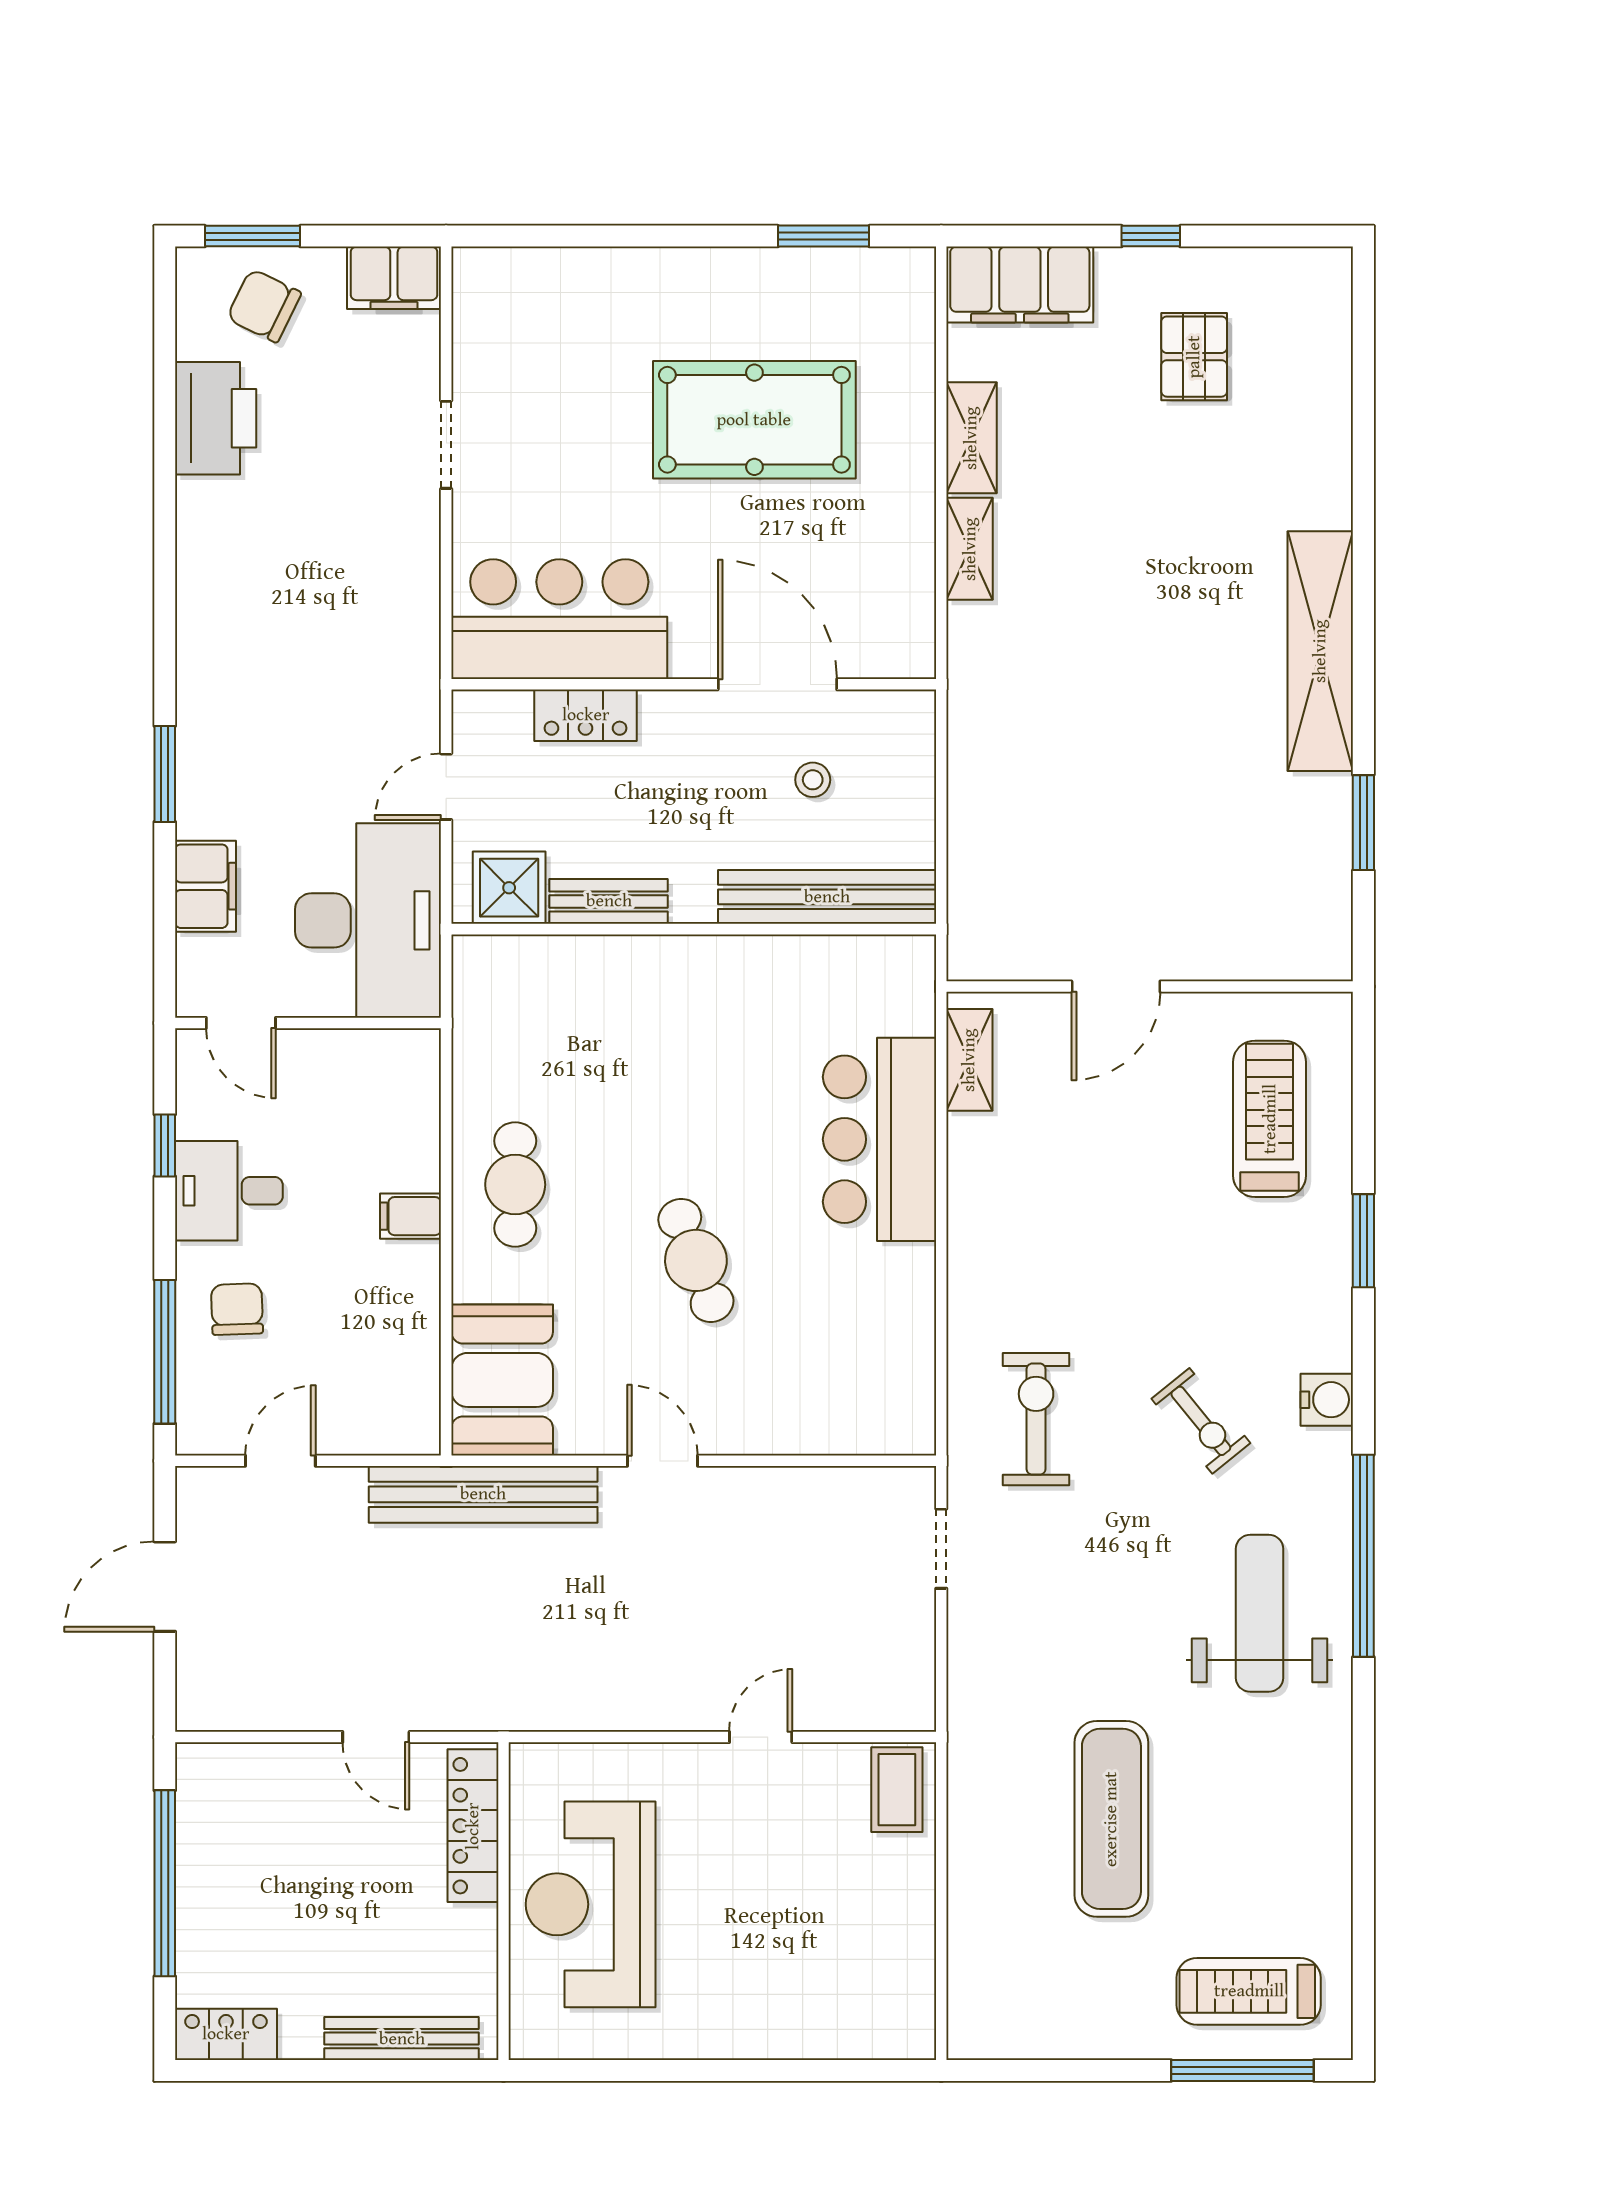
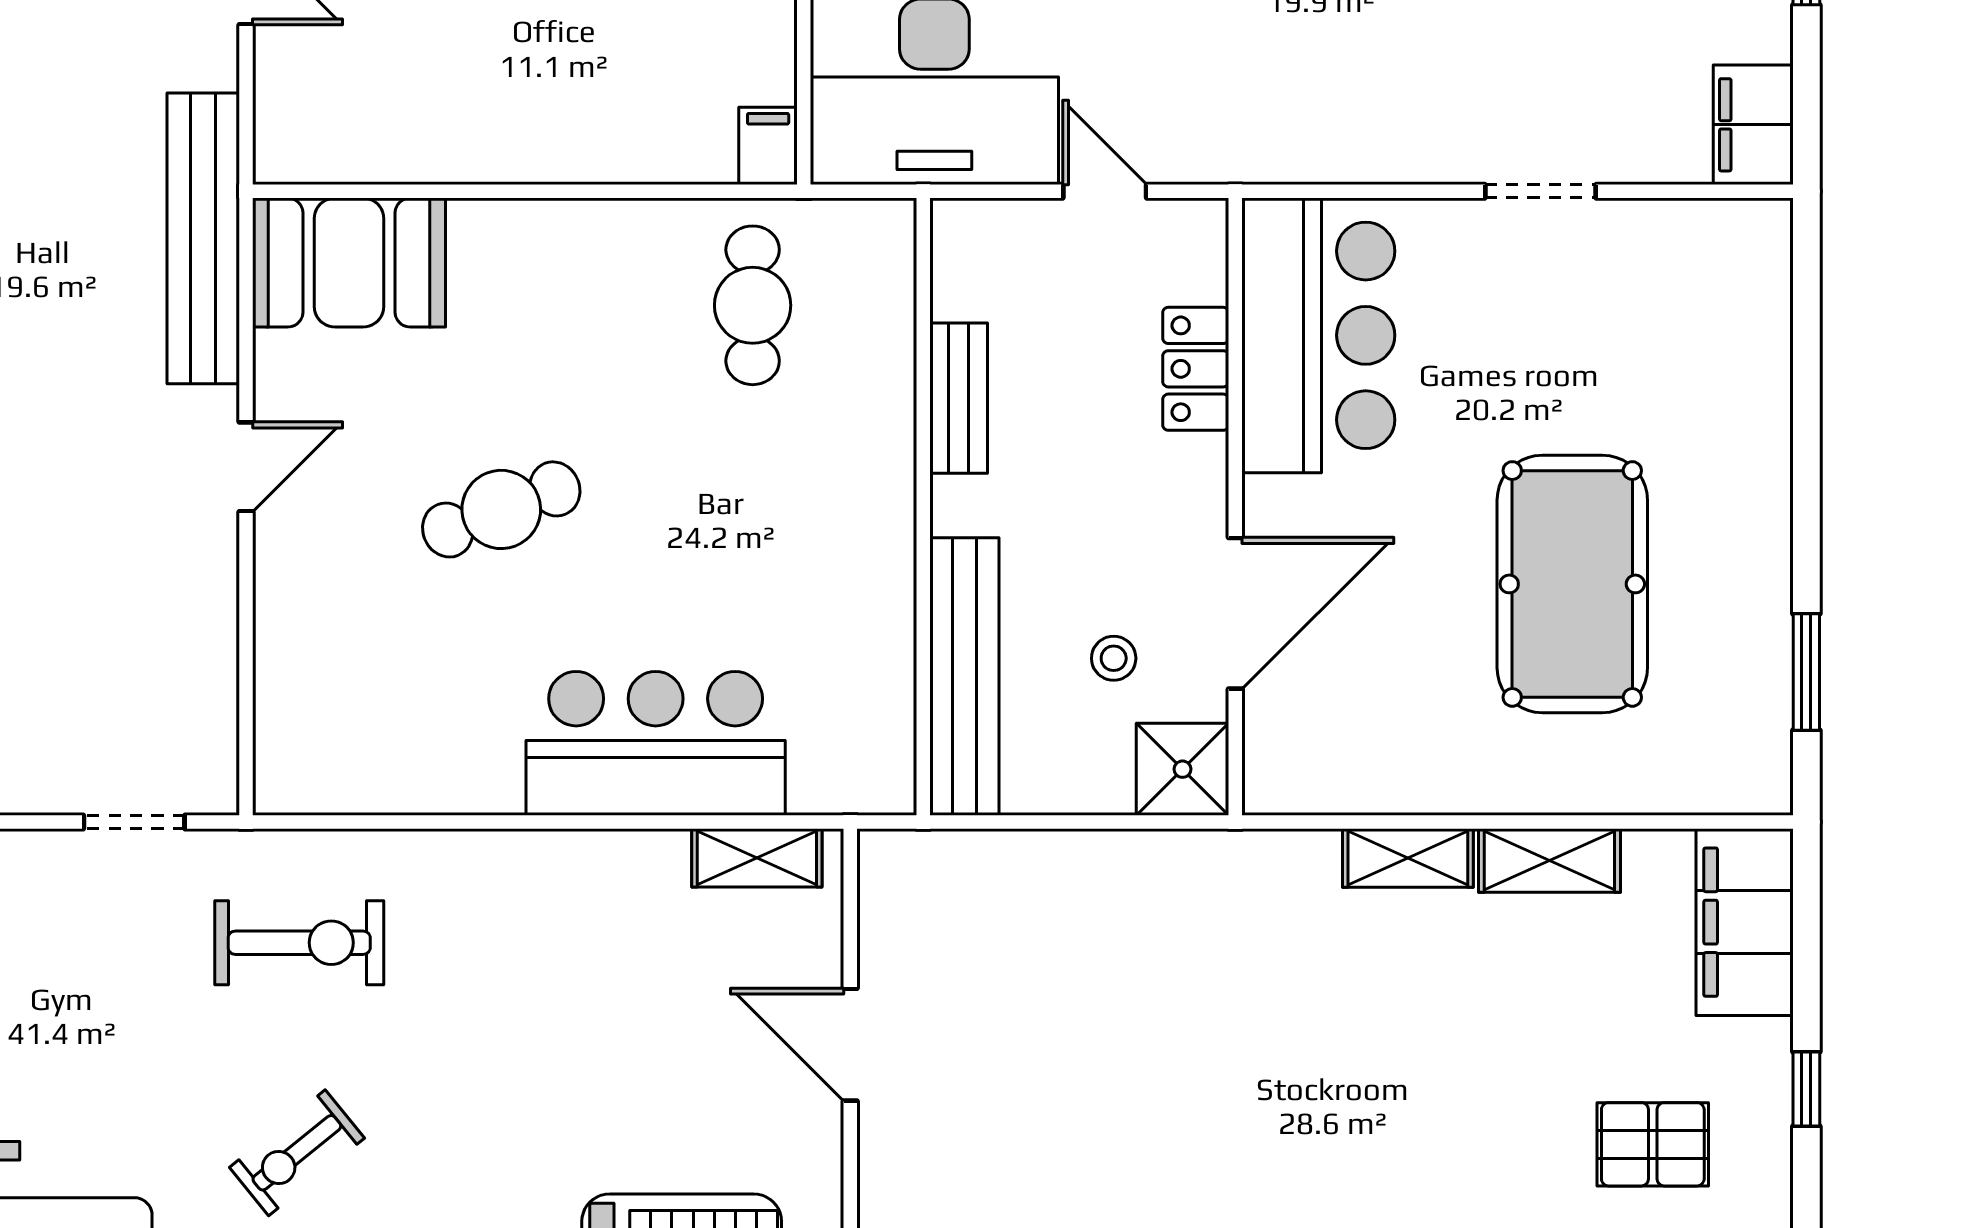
shower: (509, 888) -> (1183, 769), moved
cafe table: (515, 1185) -> (753, 305), moved, turned 90
filing cabinet: (411, 1216) -> (768, 146), moved

